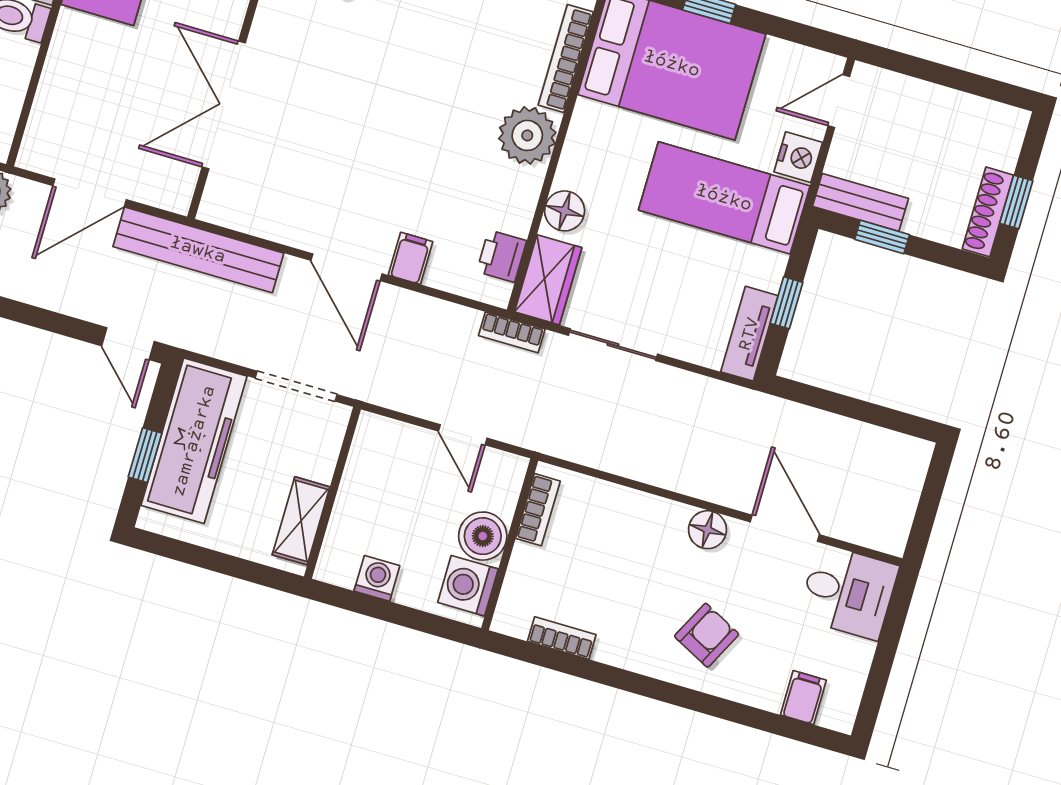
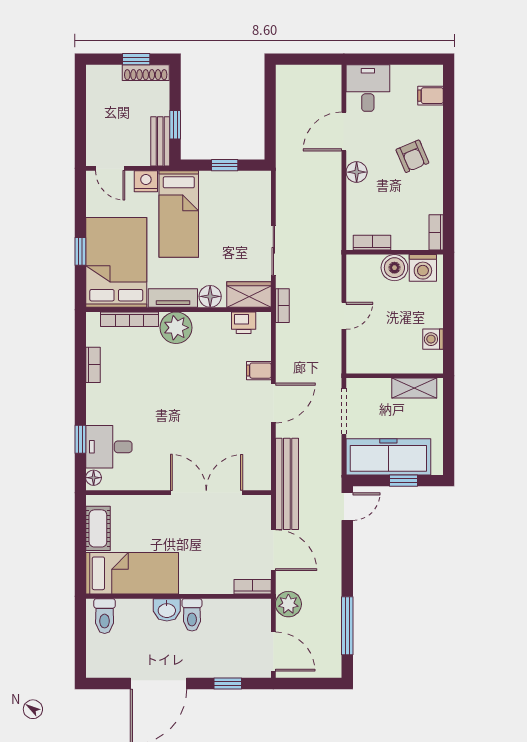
double door: (224, 105) -> (206, 493), swing flipped
bookcase: (36, 138) -> (253, 587), added
tv unit: (749, 334) -> (173, 298), moved, turned 180
bookcase: (538, 510) -> (372, 243), moved
boiler: (483, 536) -> (394, 268), moved
wall: (510, 544) -> (395, 252), moved
washing machine: (468, 586) -> (423, 268), moved
armchair: (707, 635) -> (412, 156), turned -140

